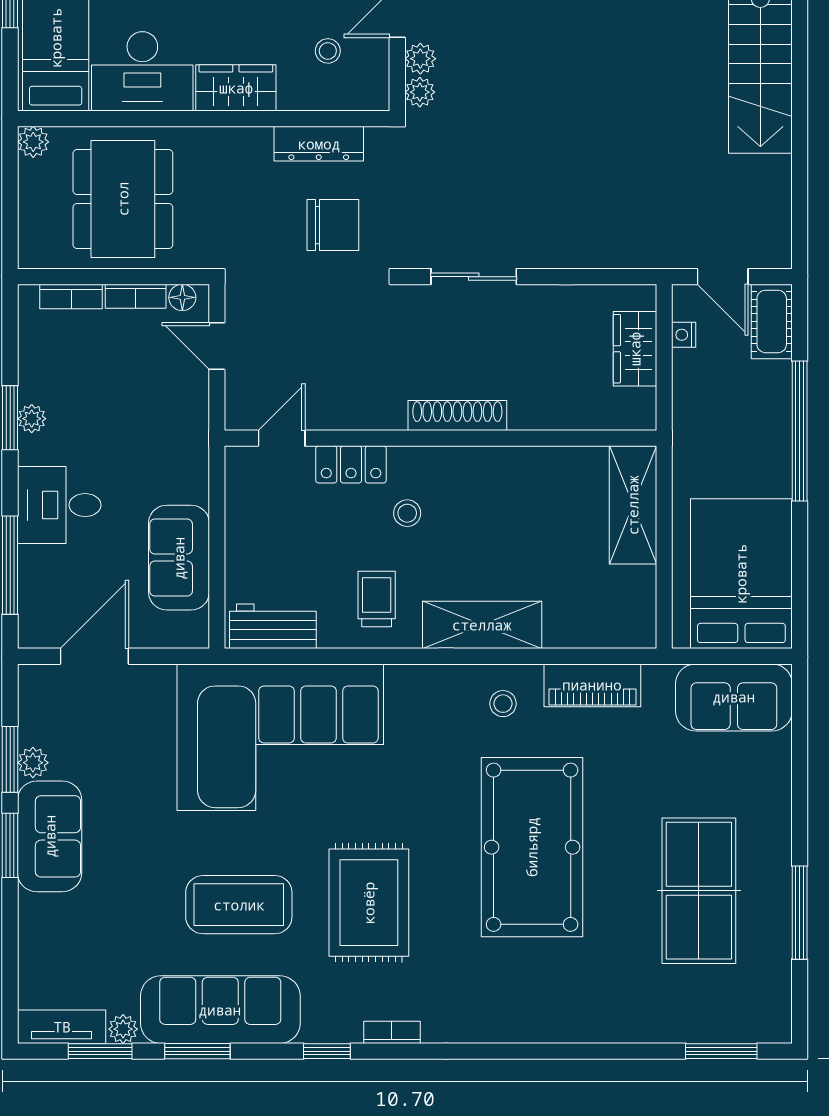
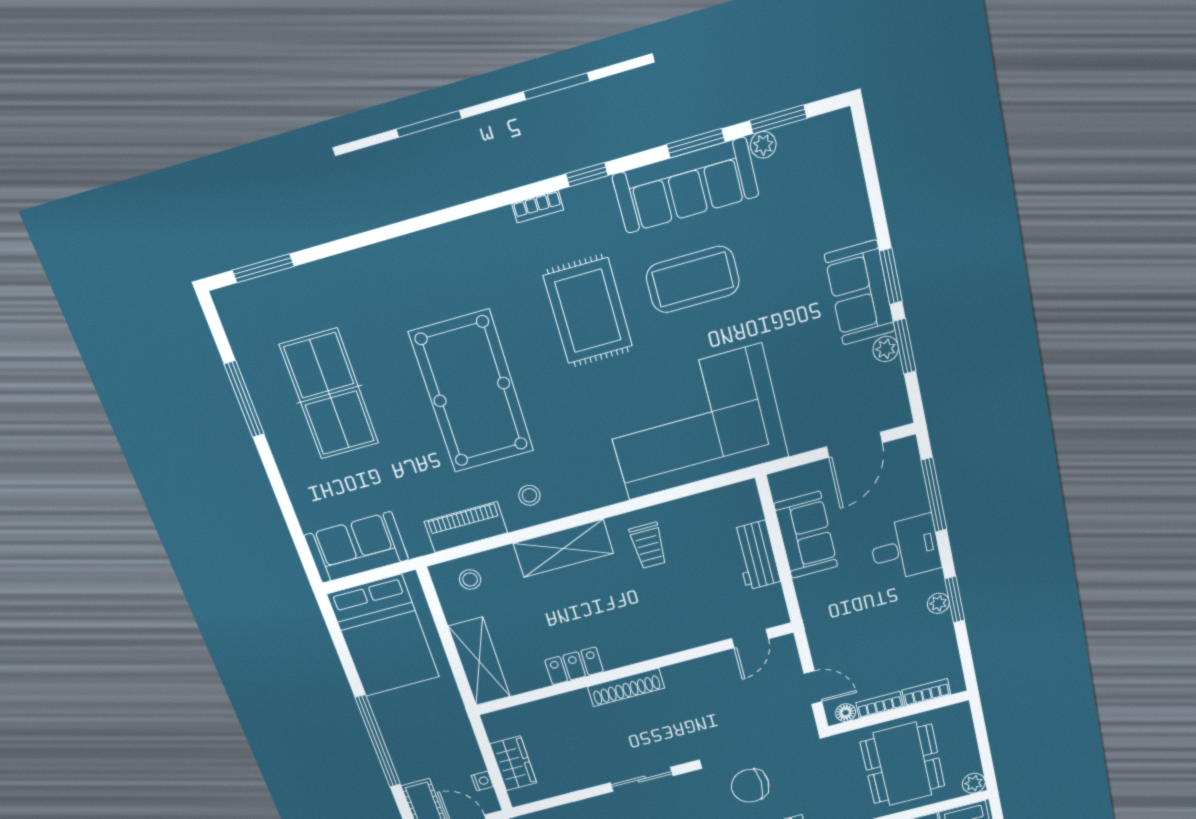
locker: (351, 464) -> (574, 666), moved
stool: (407, 513) -> (470, 579), moved
workbench: (273, 626) -> (756, 555), moved, turned 90
tv unit: (62, 1027) -> (816, 132), removed

